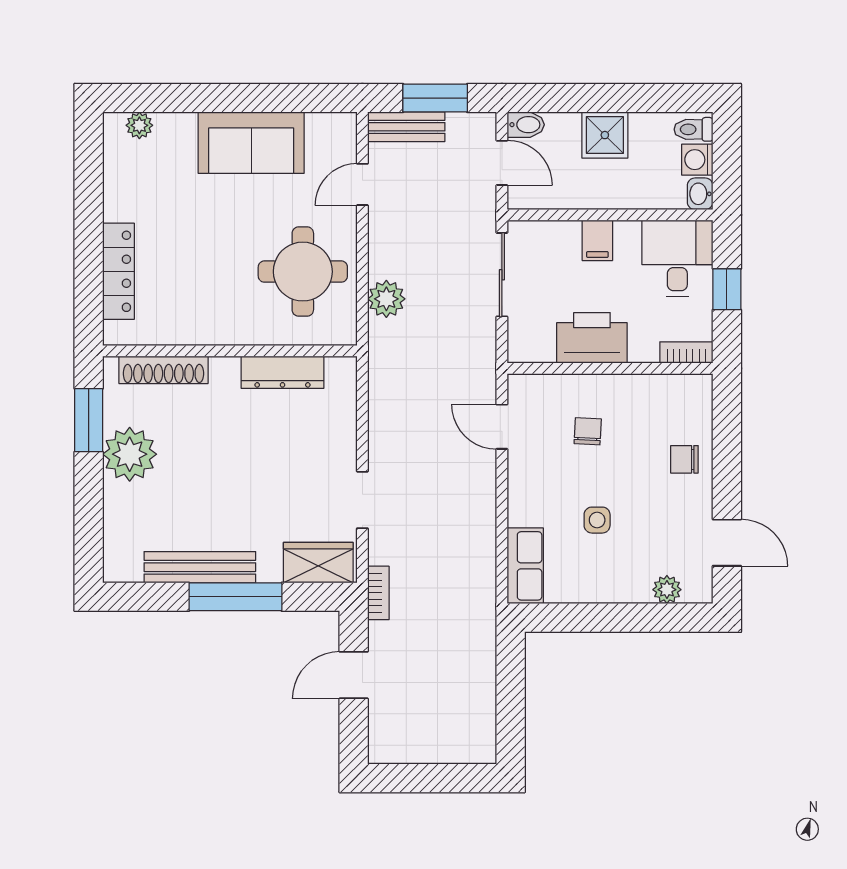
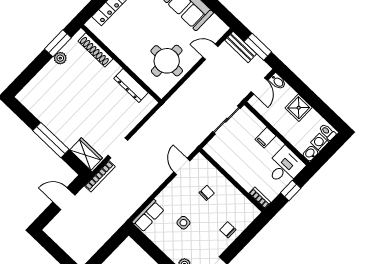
plant: (386, 299) -> (184, 94), removed
printer: (592, 338) -> (235, 166), removed
plant: (130, 454) -> (60, 58), width x0.53, depth x0.53
bench: (200, 567) -> (49, 121), removed
bookcase: (378, 593) -> (100, 176), width x1.56

